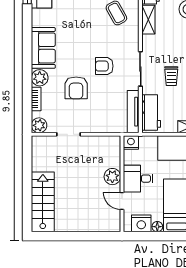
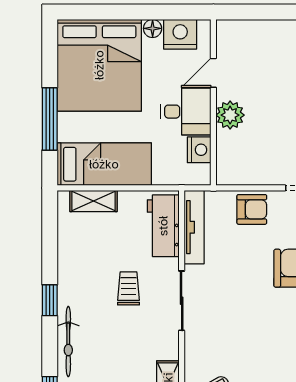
armchair: (104, 66) -> (252, 209), moved
nightstand: (131, 143) -> (199, 150), moved, turned -90
door: (122, 201) -> (213, 73), swing flipped

